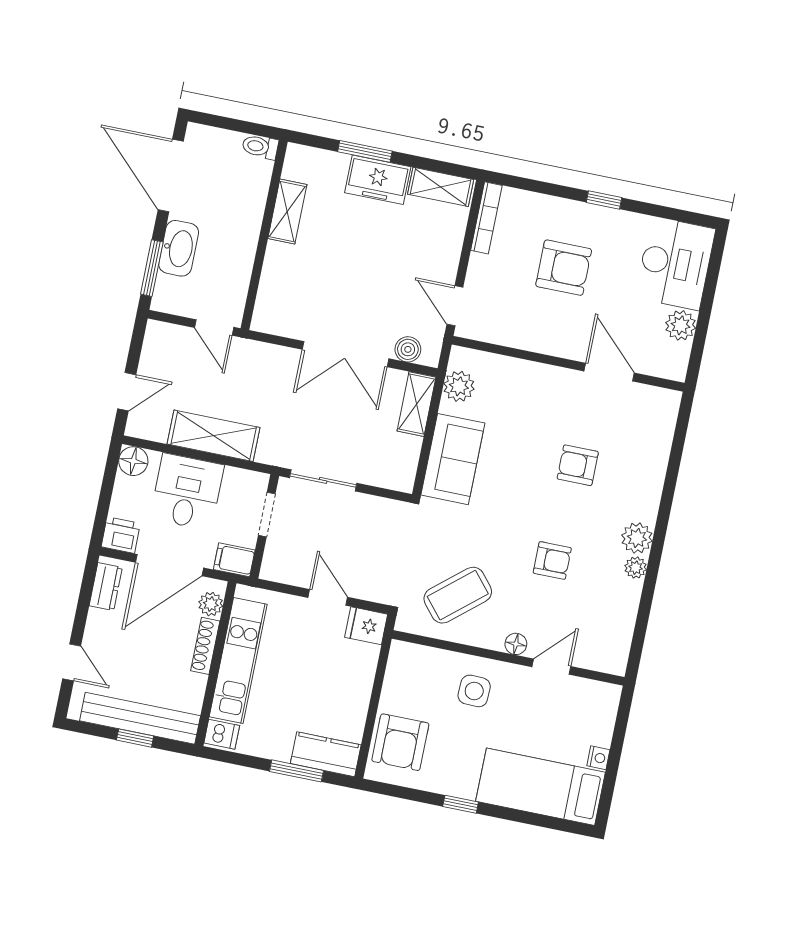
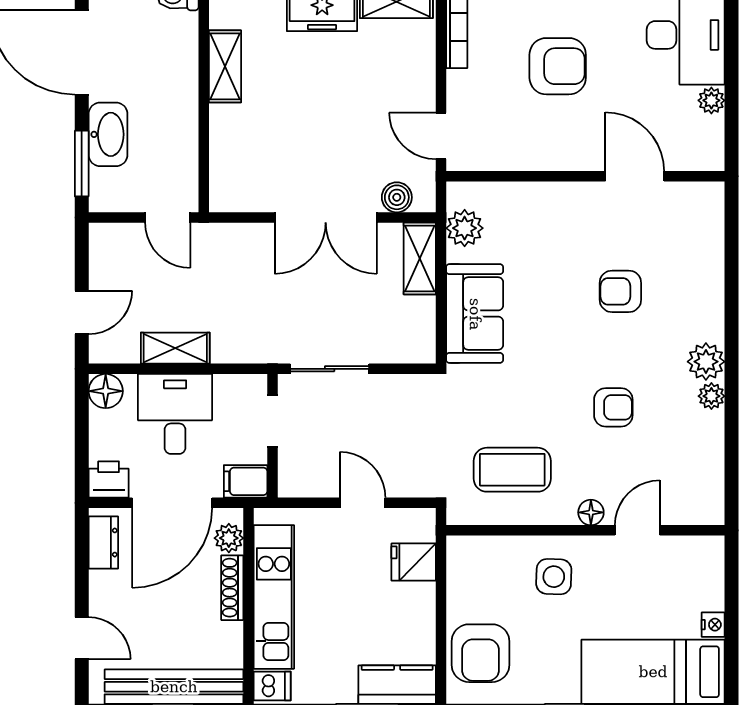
plant: (681, 325) -> (711, 100), width x0.73, depth x0.73
shelving: (214, 436) -> (175, 348), width x0.67, depth x0.75
coffee table: (458, 595) -> (512, 470), turned 40
fridge: (366, 626) -> (414, 562), moved

